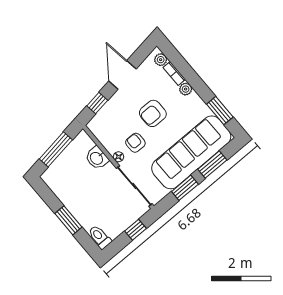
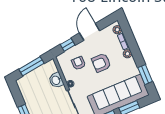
armchair: (135, 143) -> (79, 63), moved

